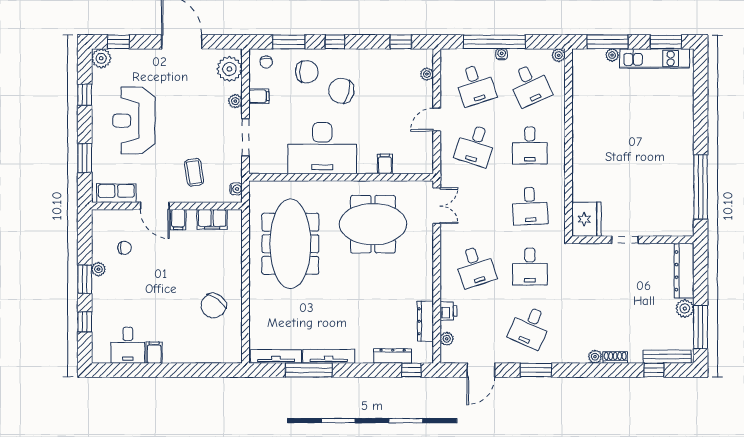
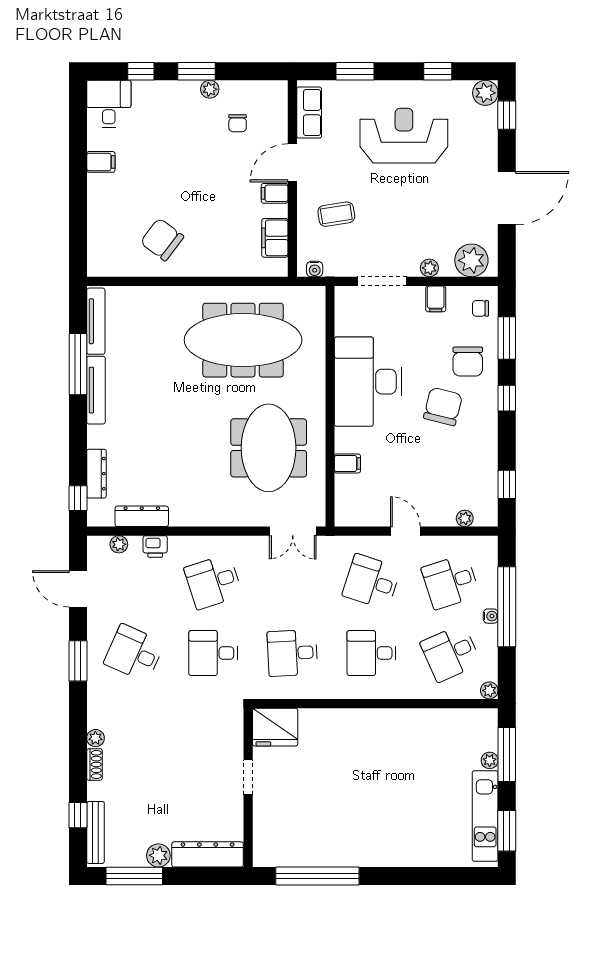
desk: (128, 345) -> (109, 104), moved, turned 90

